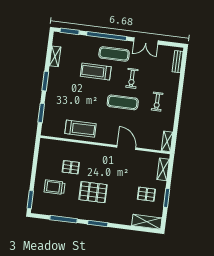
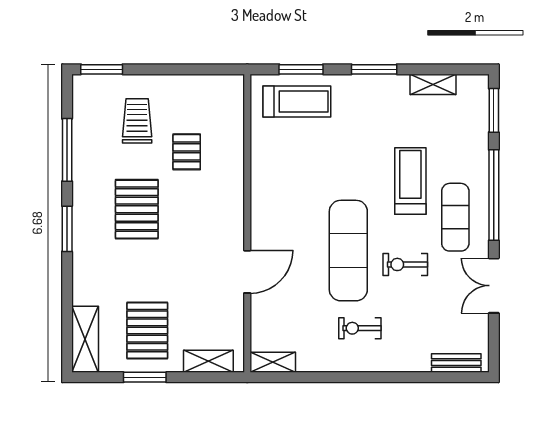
exercise mat: (123, 102) -> (348, 251), width x1.36, depth x1.45
treadmill: (80, 129) -> (297, 101), moved, turned -90
pallet: (146, 194) -> (147, 331), width x1.50, depth x1.42

